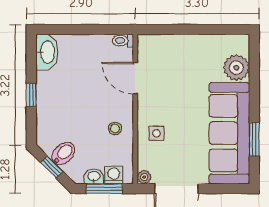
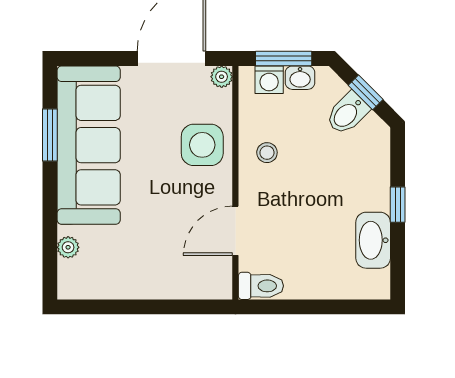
toilet: (123, 41) -> (261, 286), width x1.37, depth x1.39
washbasin: (47, 52) -> (373, 240), moved
plant: (236, 68) -> (68, 247), width x0.53, depth x0.53
door: (135, 78) -> (235, 231), swing flipped
side table: (157, 133) -> (202, 145), width x1.87, depth x1.87

